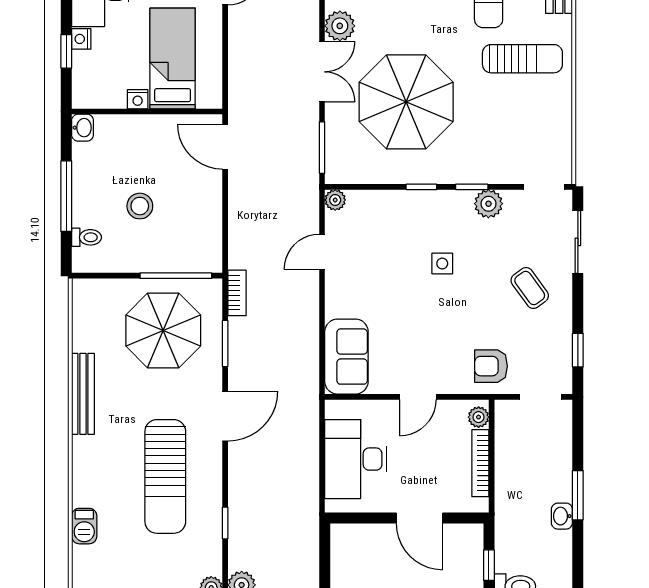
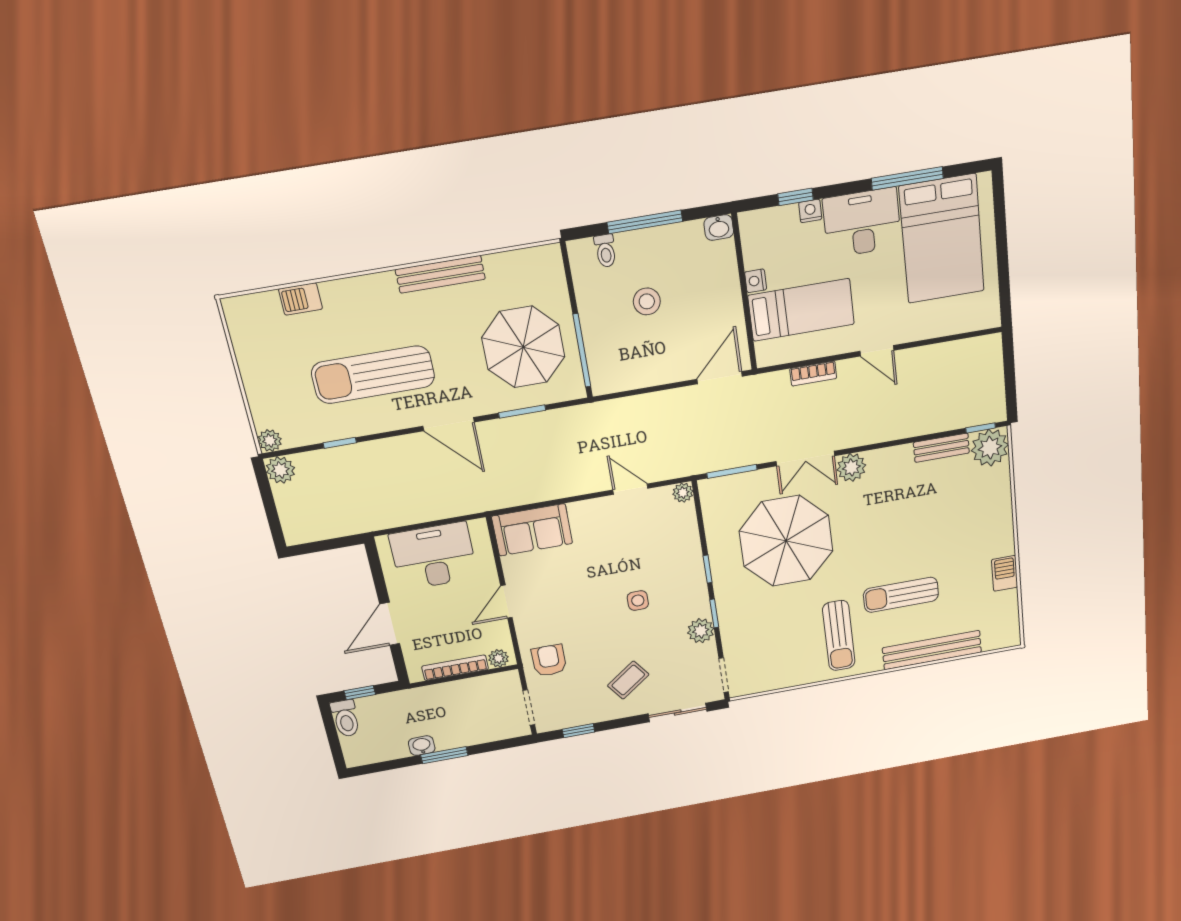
bookcase: (237, 293) -> (813, 374), moved
door: (418, 397) -> (506, 602), hinge flipped

